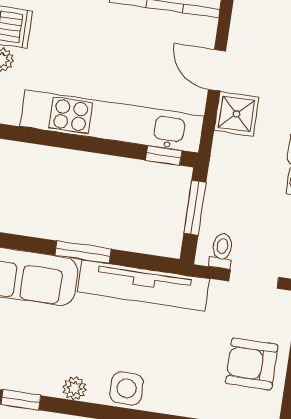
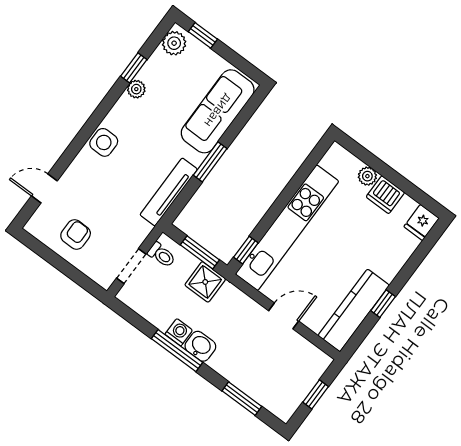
shower: (236, 114) -> (205, 282), moved
tv unit: (143, 285) -> (169, 192), width x0.73, depth x0.78
armchair: (252, 364) -> (76, 235), width x0.72, depth x0.72
plant: (75, 388) -> (136, 89), moved

